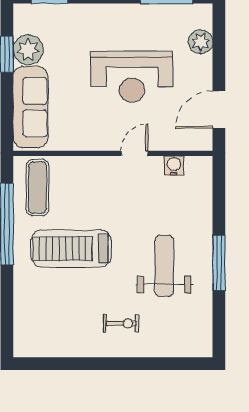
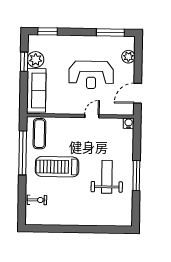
water cooler: (174, 166) -> (129, 123), moved
exercise bike: (121, 323) -> (37, 200), moved

